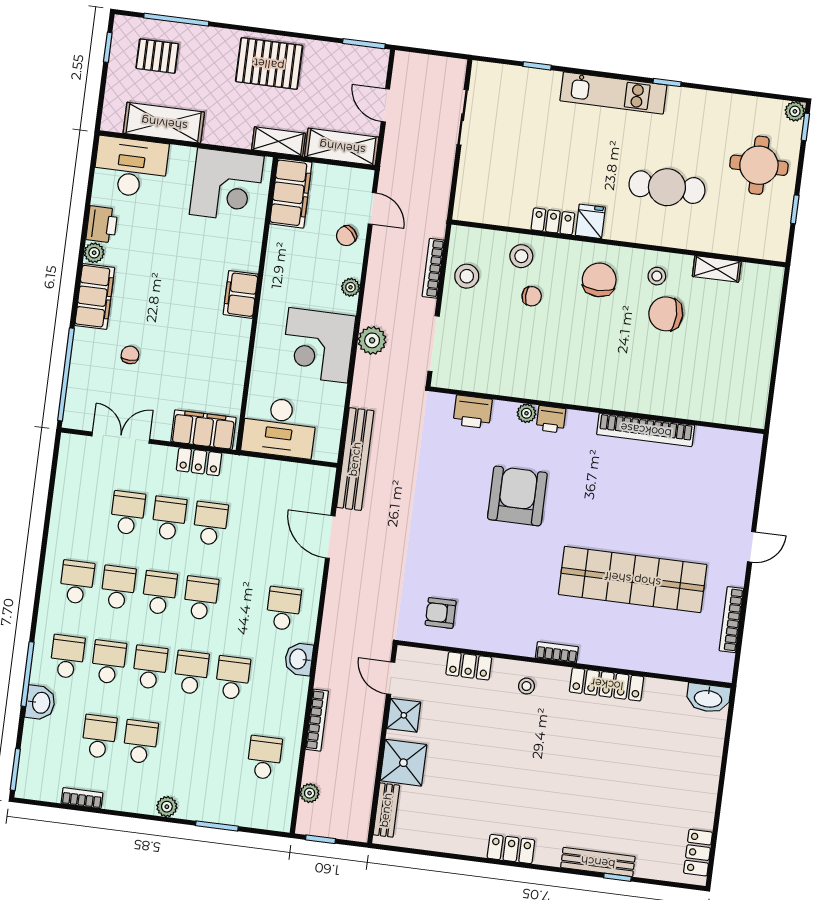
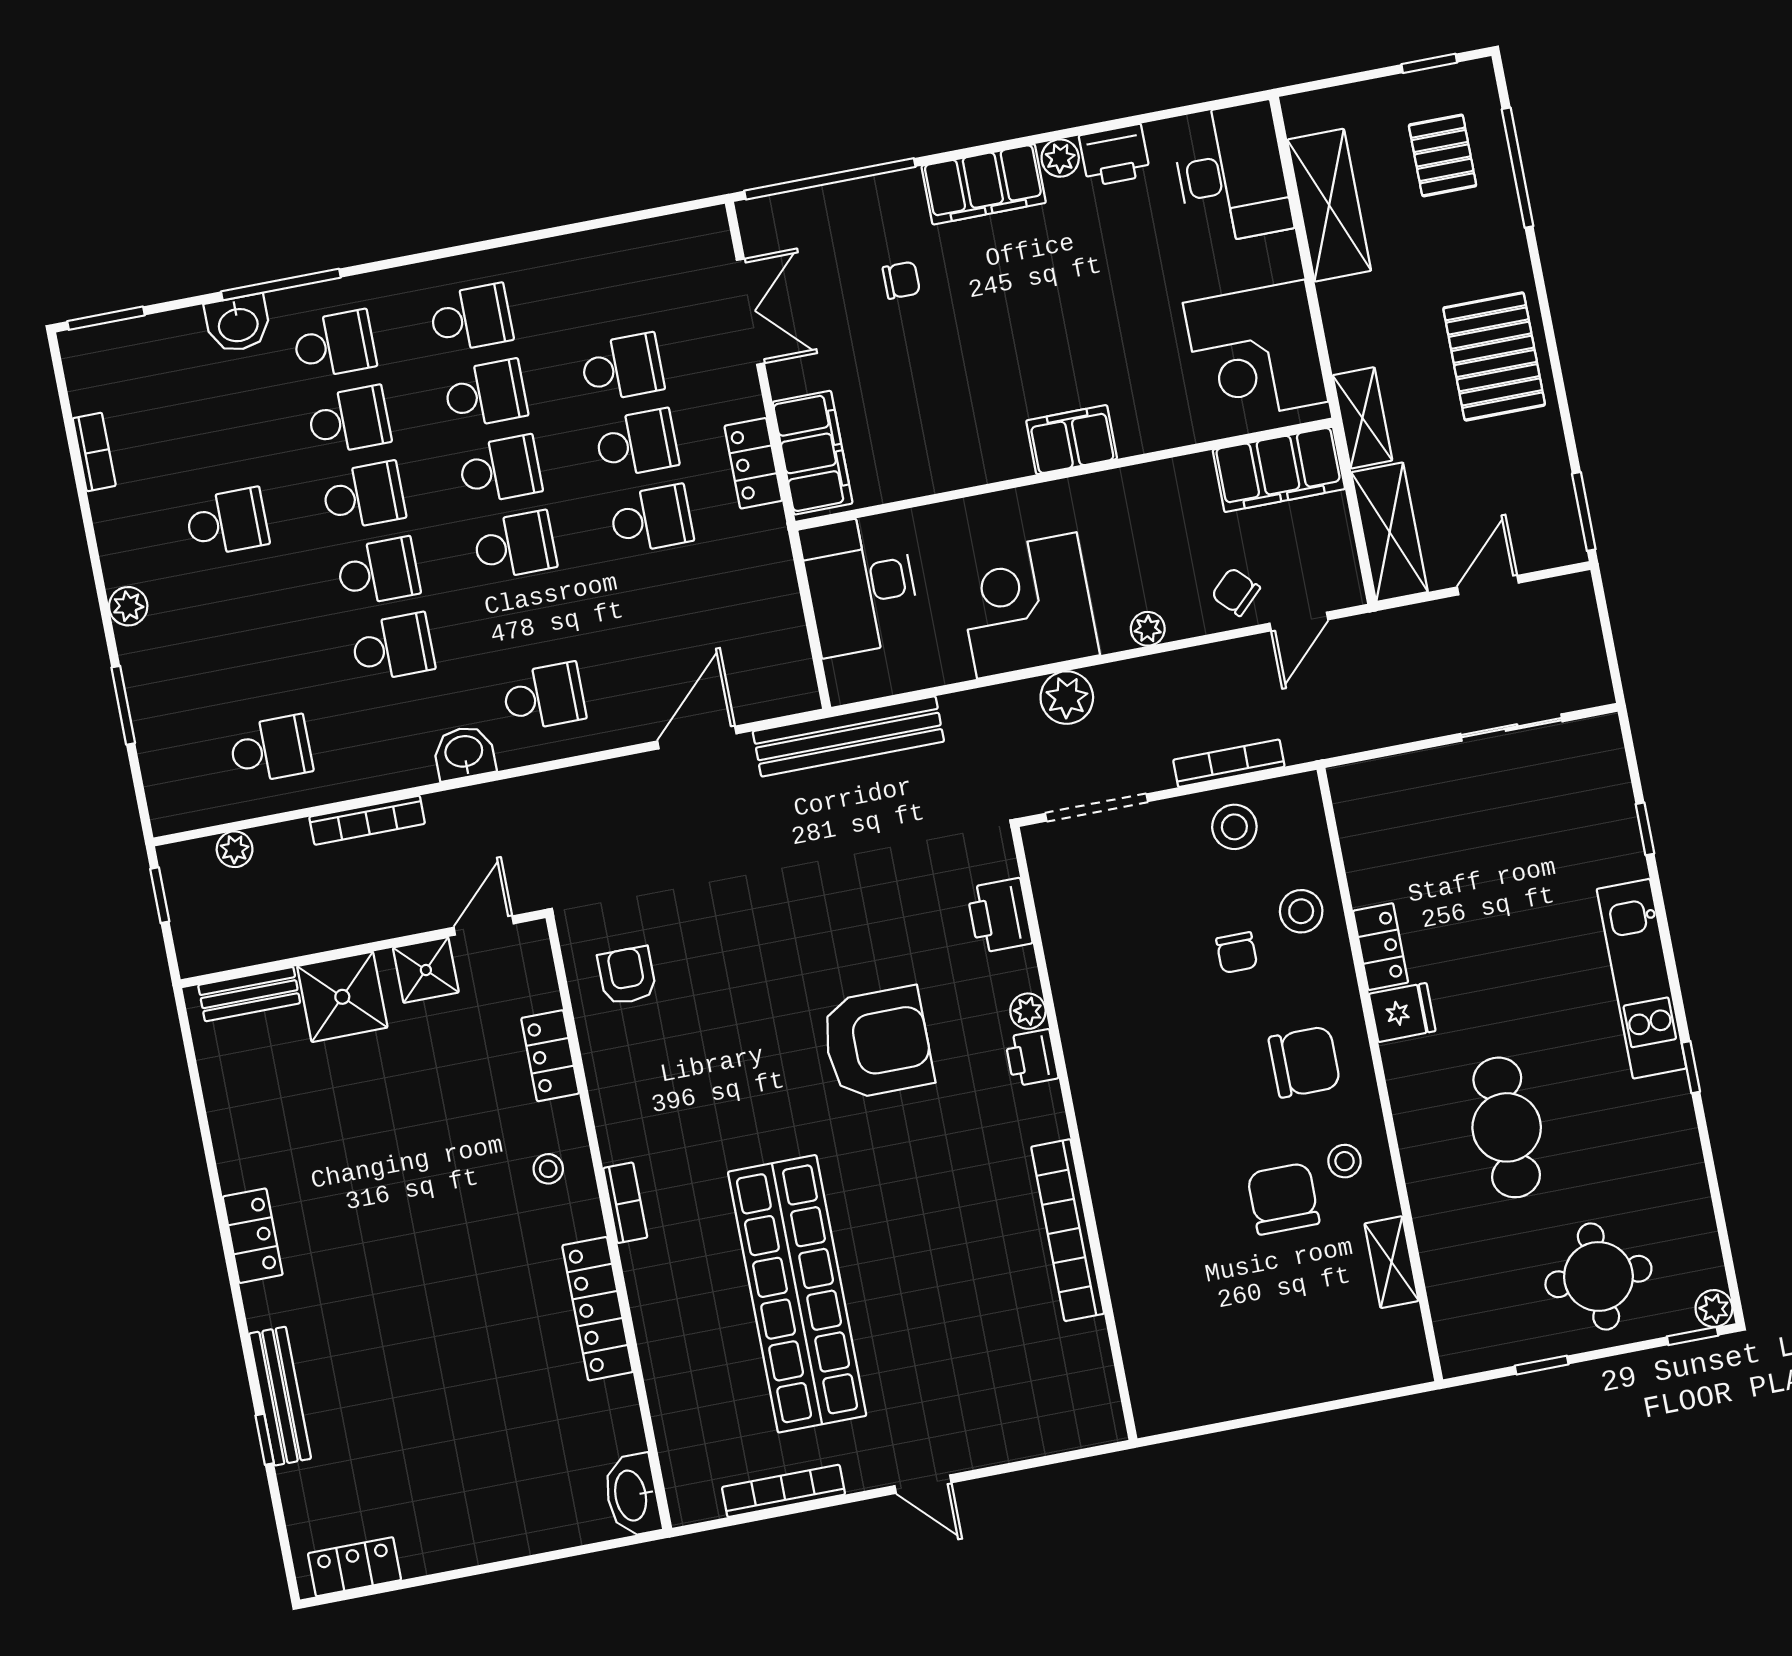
school desk: (99, 736) -> (212, 446), removed

